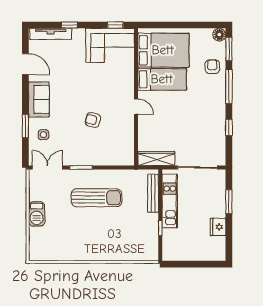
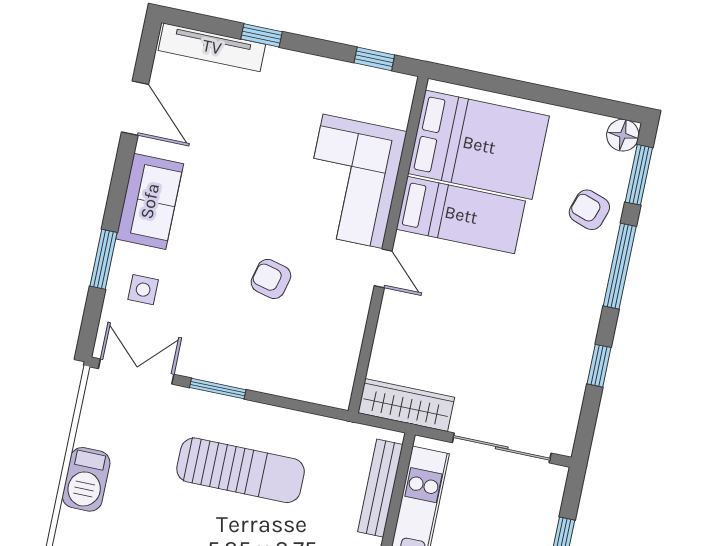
corner sofa: (110, 45) -> (353, 181), moved, turned 90
armchair: (212, 67) -> (589, 210), turned -71

